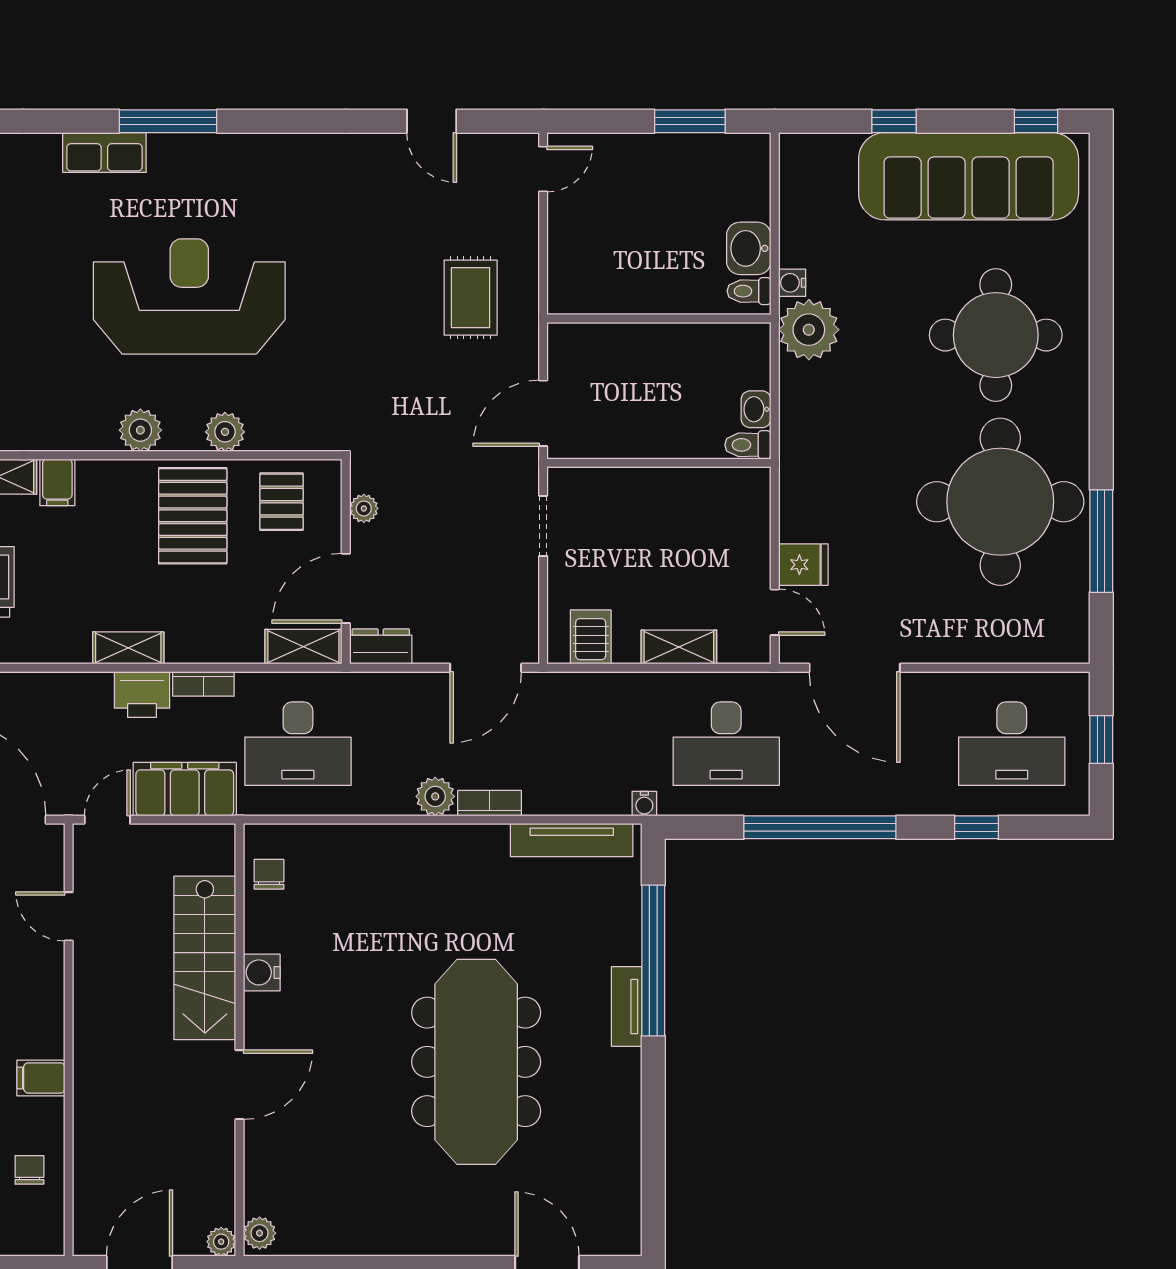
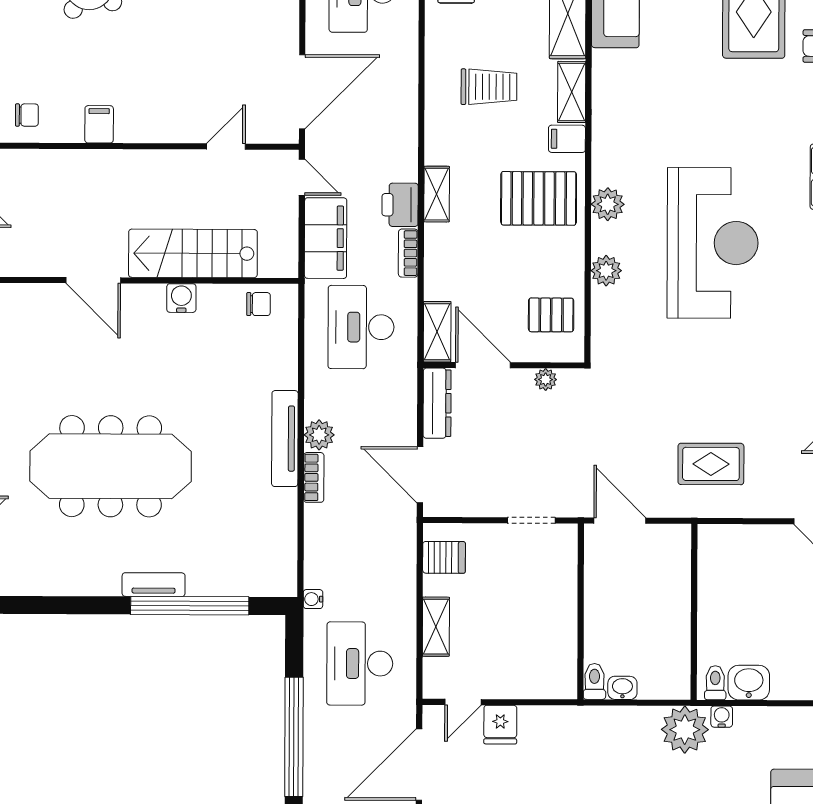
pallet: (193, 516) -> (539, 198), moved
dresser: (381, 646) -> (437, 403), width x1.44
tv unit: (572, 840) -> (285, 439), moved

